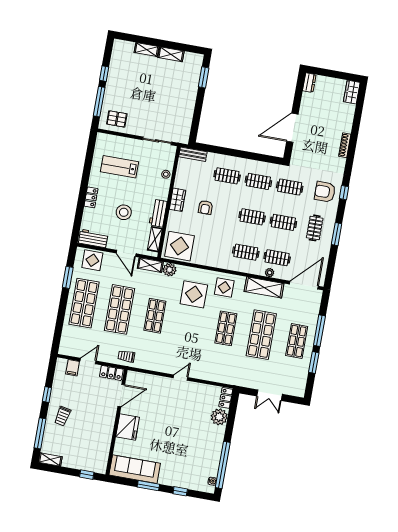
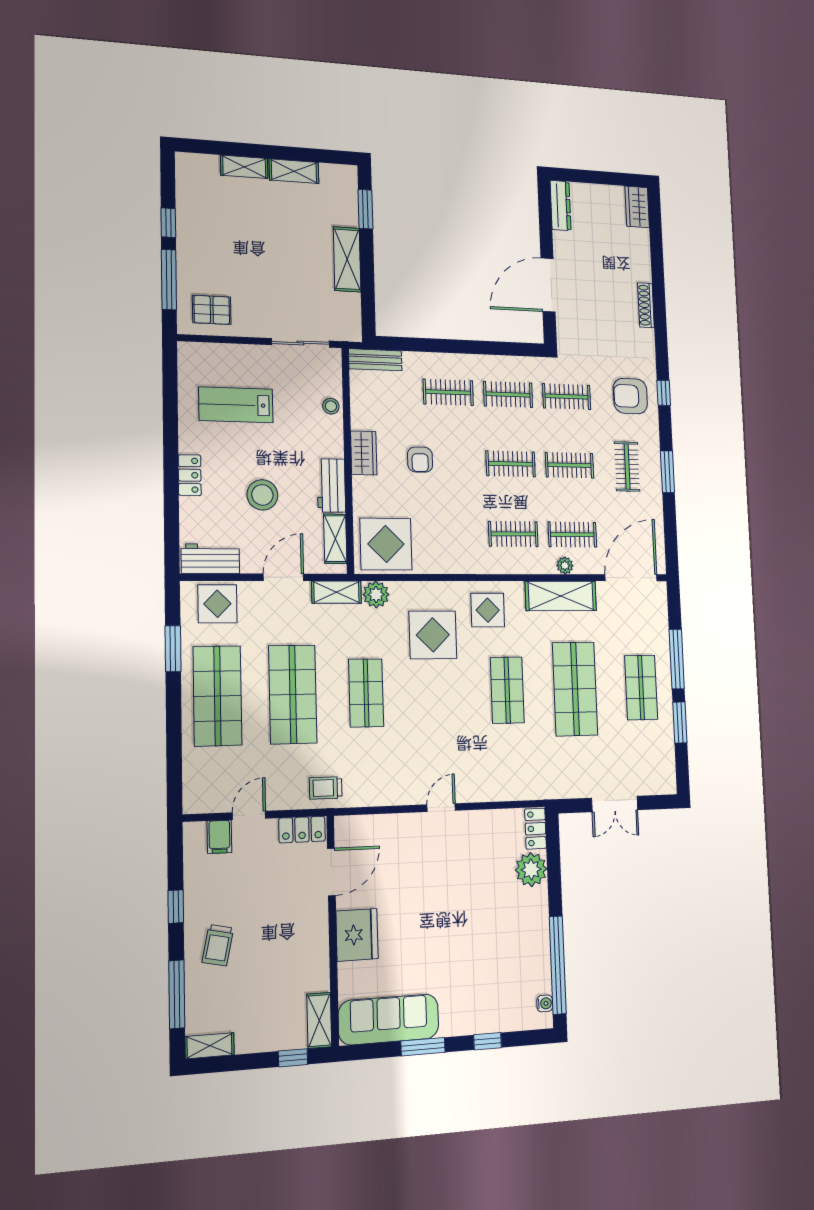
dresser: (309, 83) -> (560, 206), width x1.44
shelving: (189, 102) -> (347, 259), added
door: (126, 253) -> (283, 577), swing flipped
shelving: (102, 461) -> (319, 1020), added

